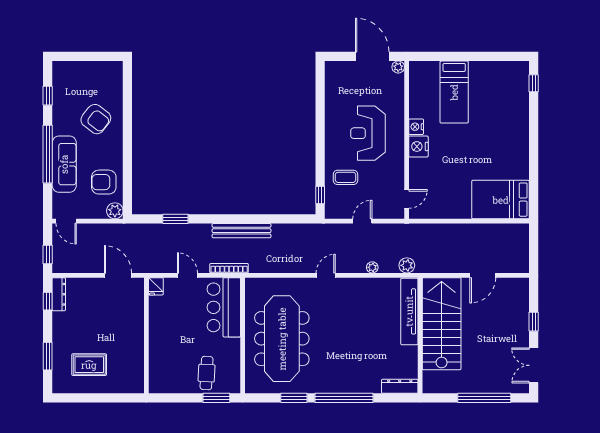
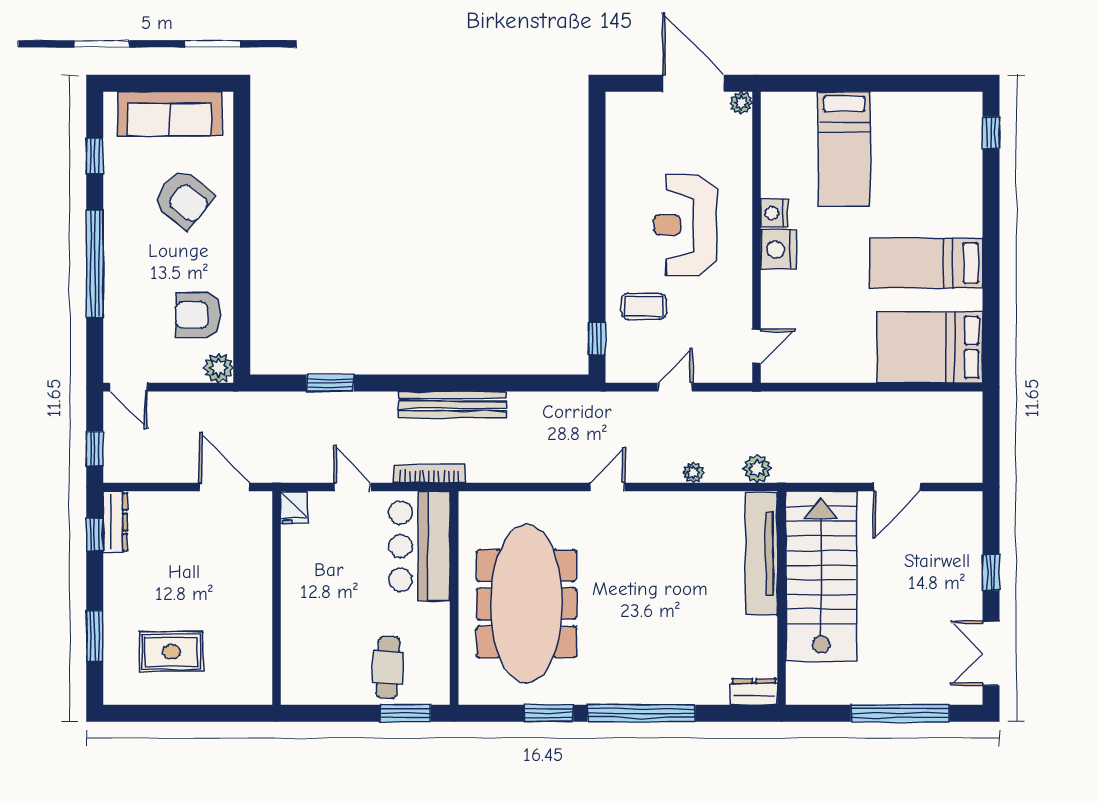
bed: (499, 154) -> (926, 263), added
sofa: (64, 164) -> (169, 114), moved, turned 90
dresser: (400, 386) -> (754, 692), width x0.70

